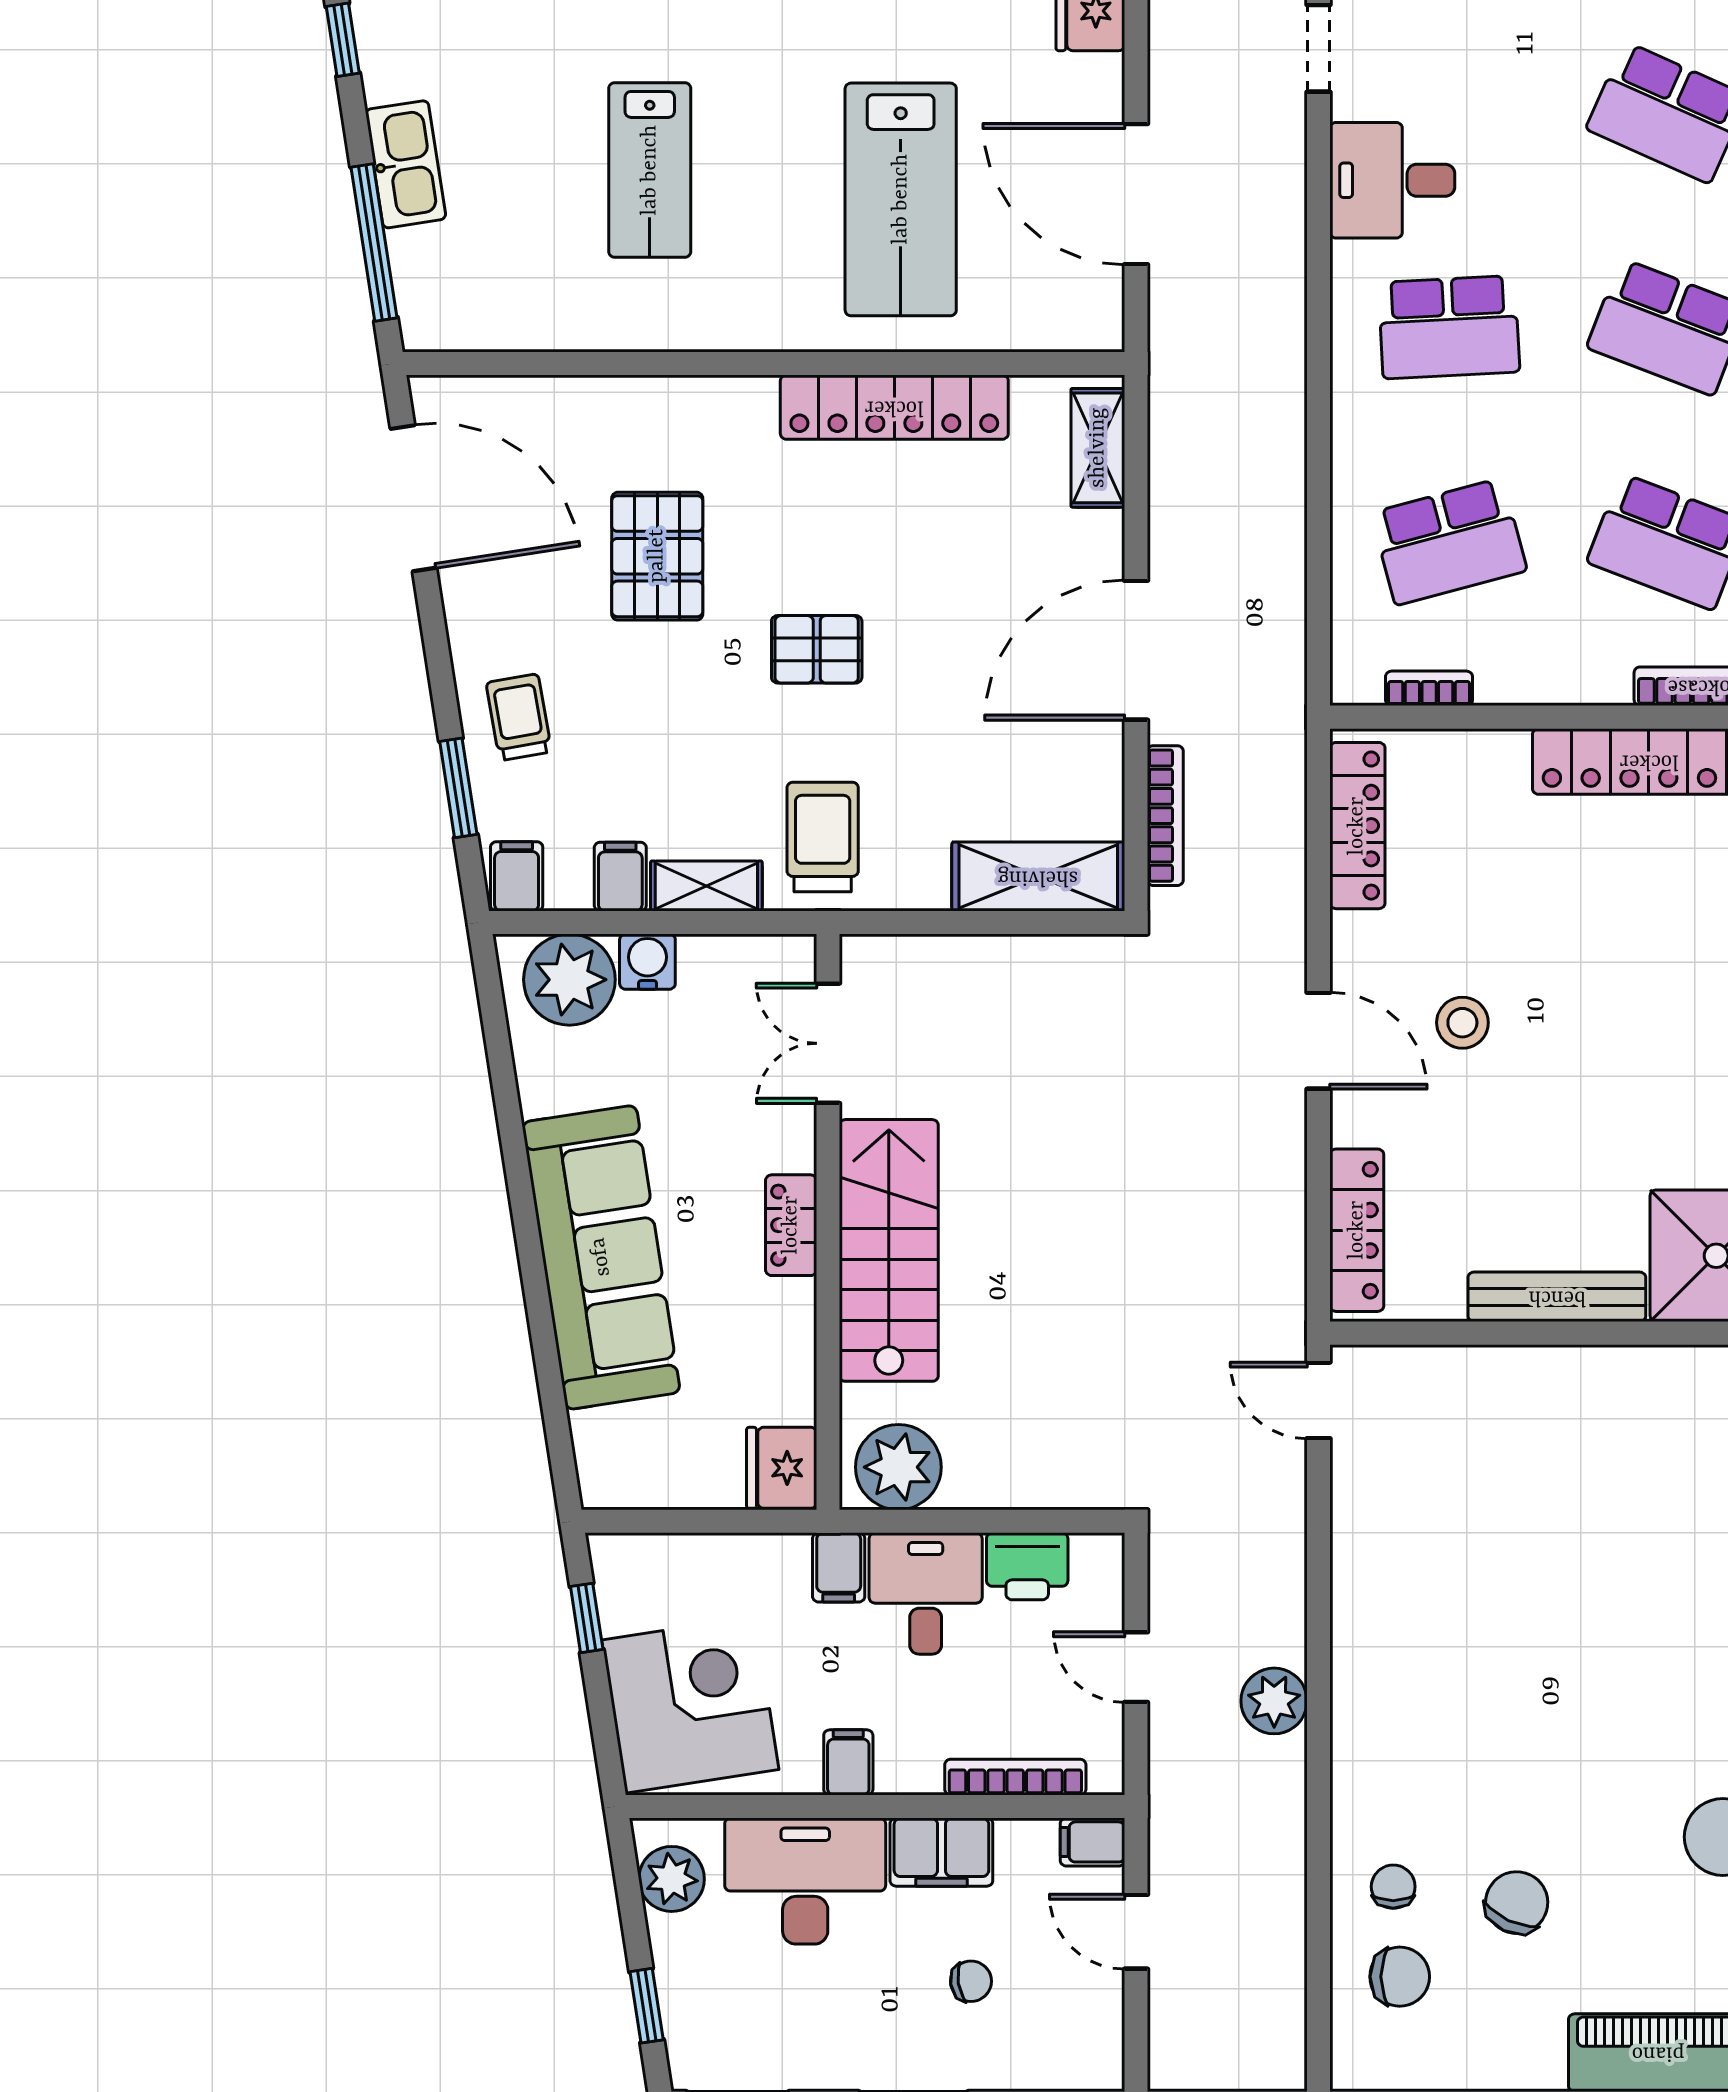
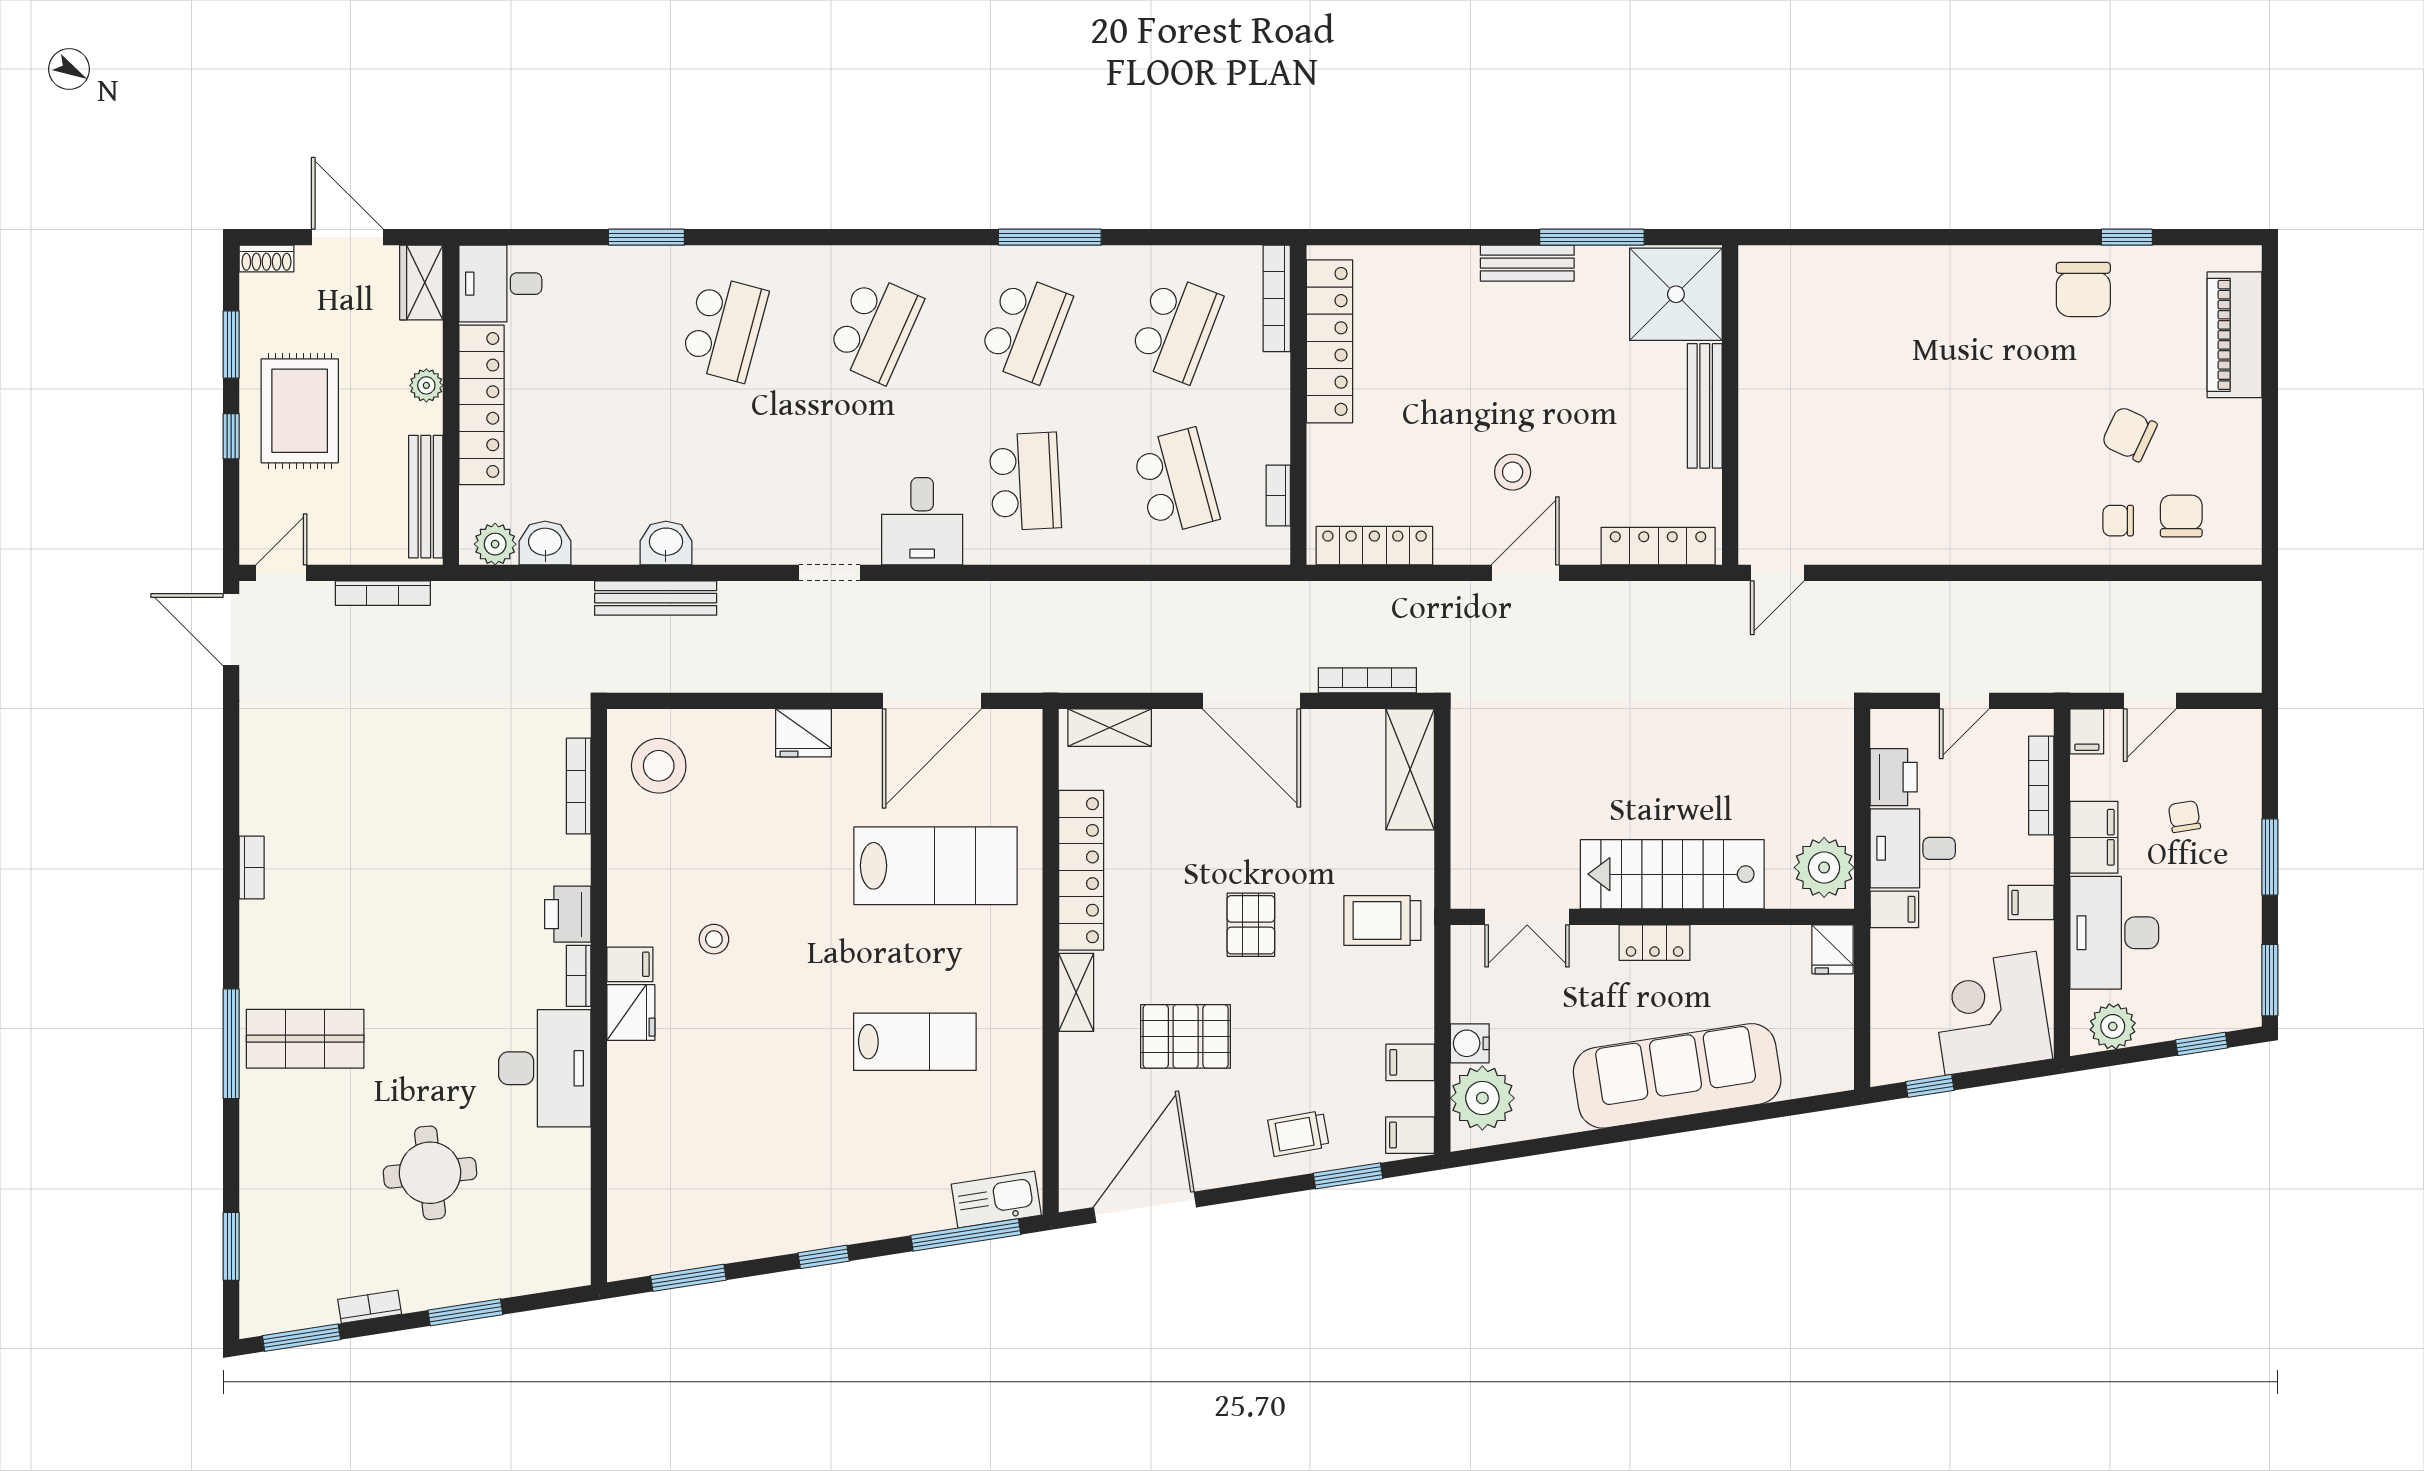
kitchen sink: (406, 164) -> (996, 1200), moved
shelving: (706, 886) -> (1076, 992), moved
fridge: (782, 1468) -> (1833, 949), width x0.72
plant: (1274, 1701) -> (1988, 604), removed

